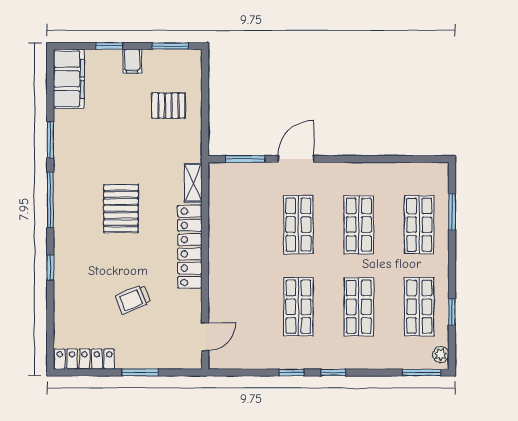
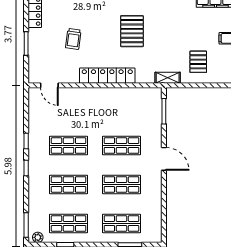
door: (296, 159) -> (164, 159), moved
shelving: (193, 183) -> (168, 78), moved
pallet: (121, 208) -> (132, 31), turned 90
trolley: (133, 299) -> (73, 39), turned -150

